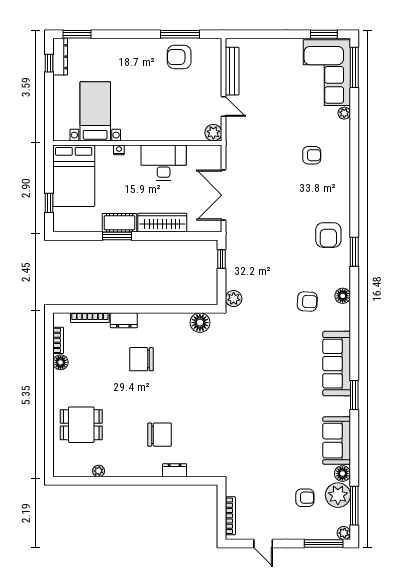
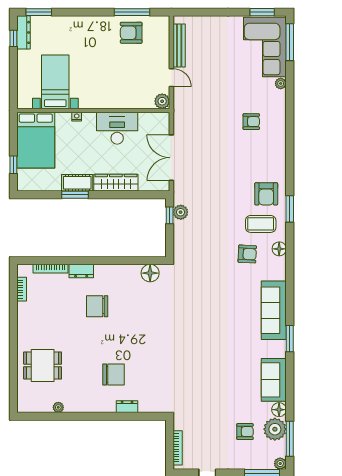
coffee table: (322, 268) -> (261, 224), added
plant: (234, 299) -> (181, 212), moved
floor lamp: (60, 362) -> (24, 309), removed

